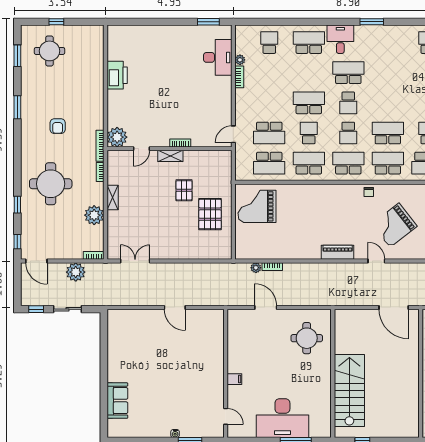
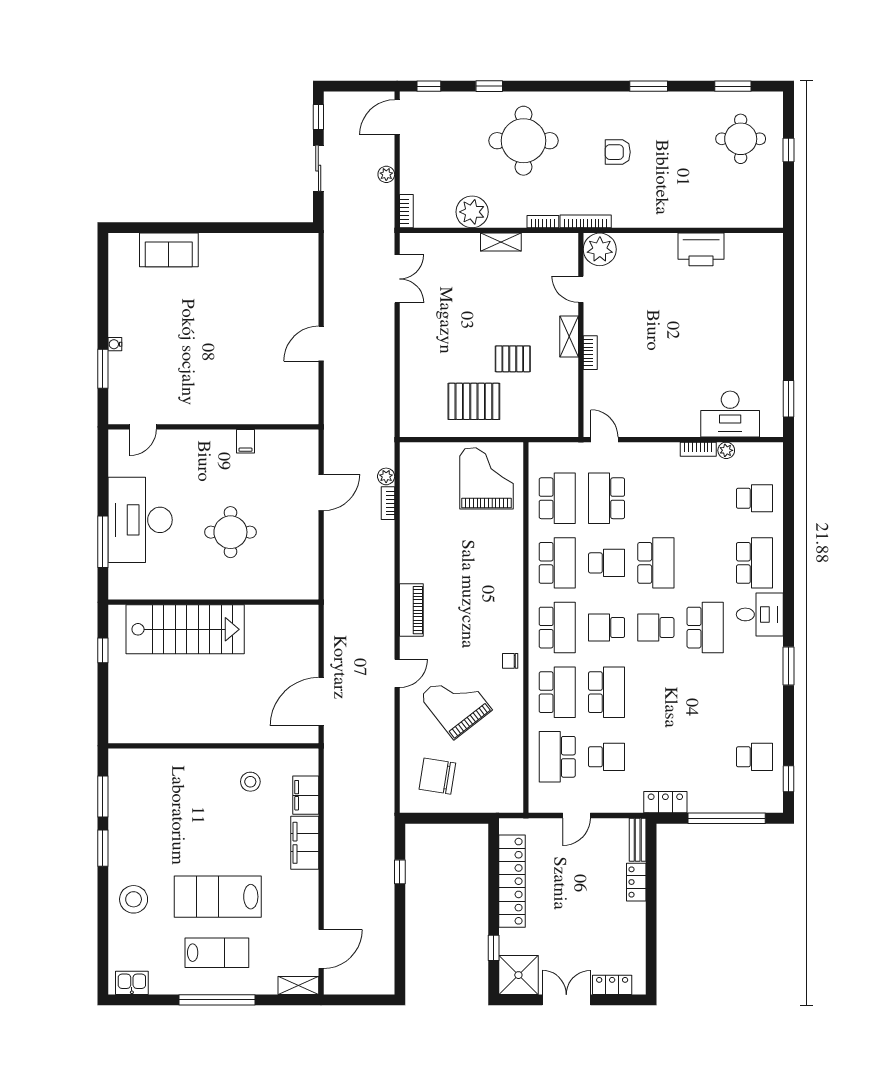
school desk: (269, 163) -> (557, 498), turned 180
plant: (76, 272) -> (386, 174), width x0.53, depth x0.53
round table: (307, 338) -> (230, 532), moved
filing cabinet: (234, 379) -> (245, 441), moved

